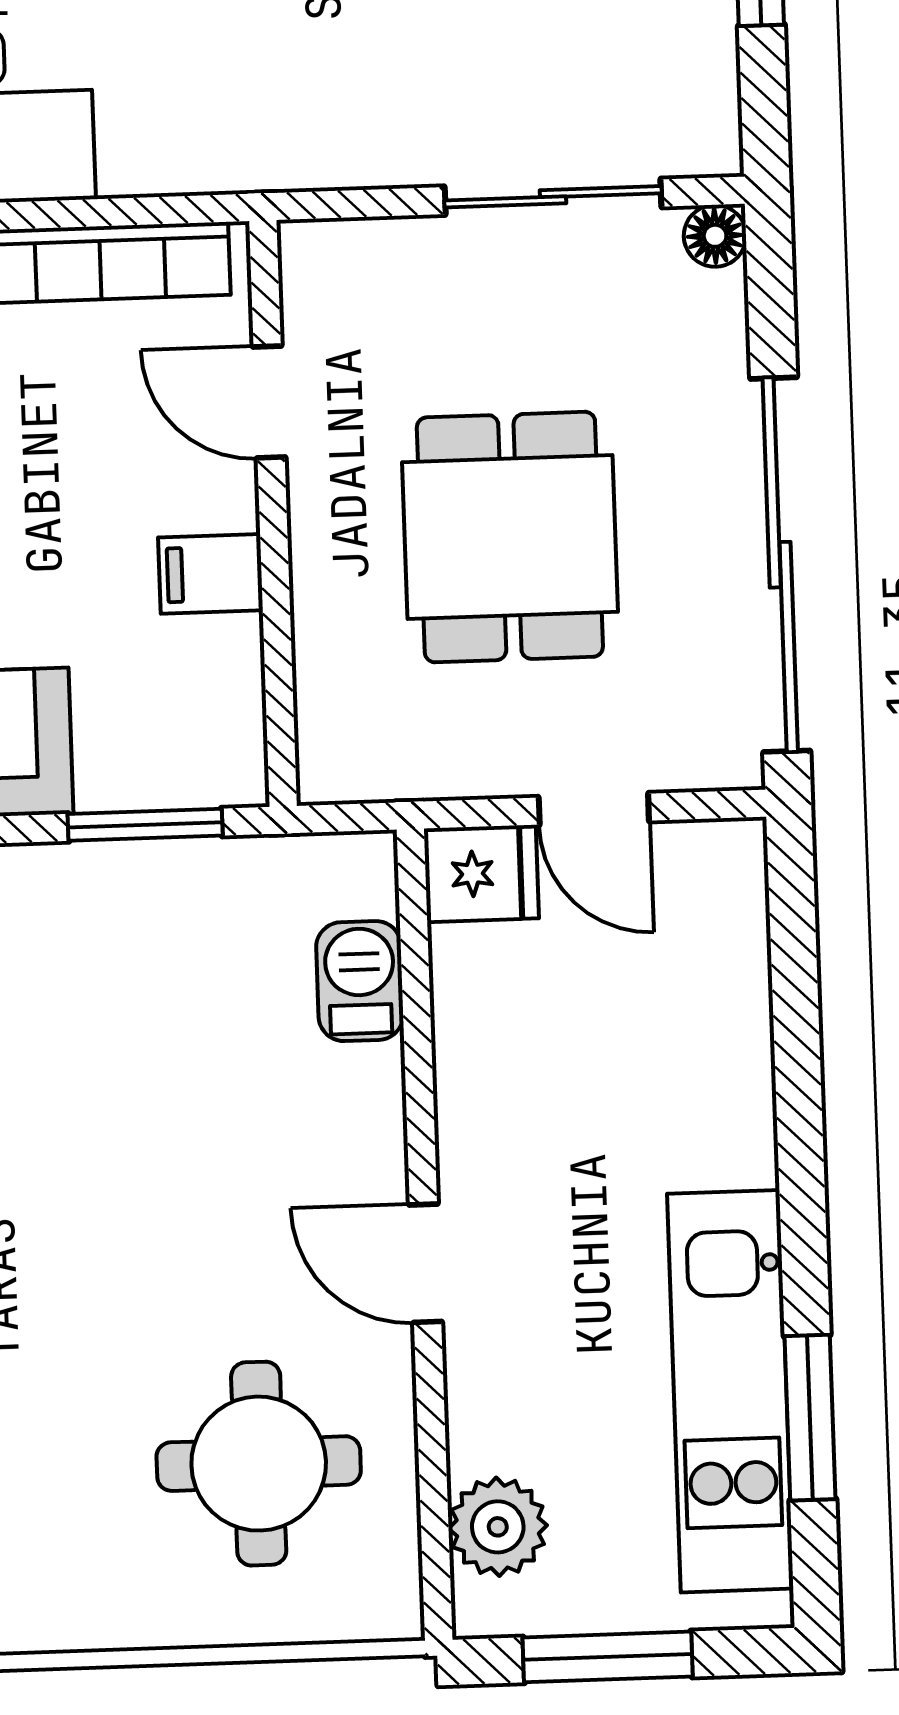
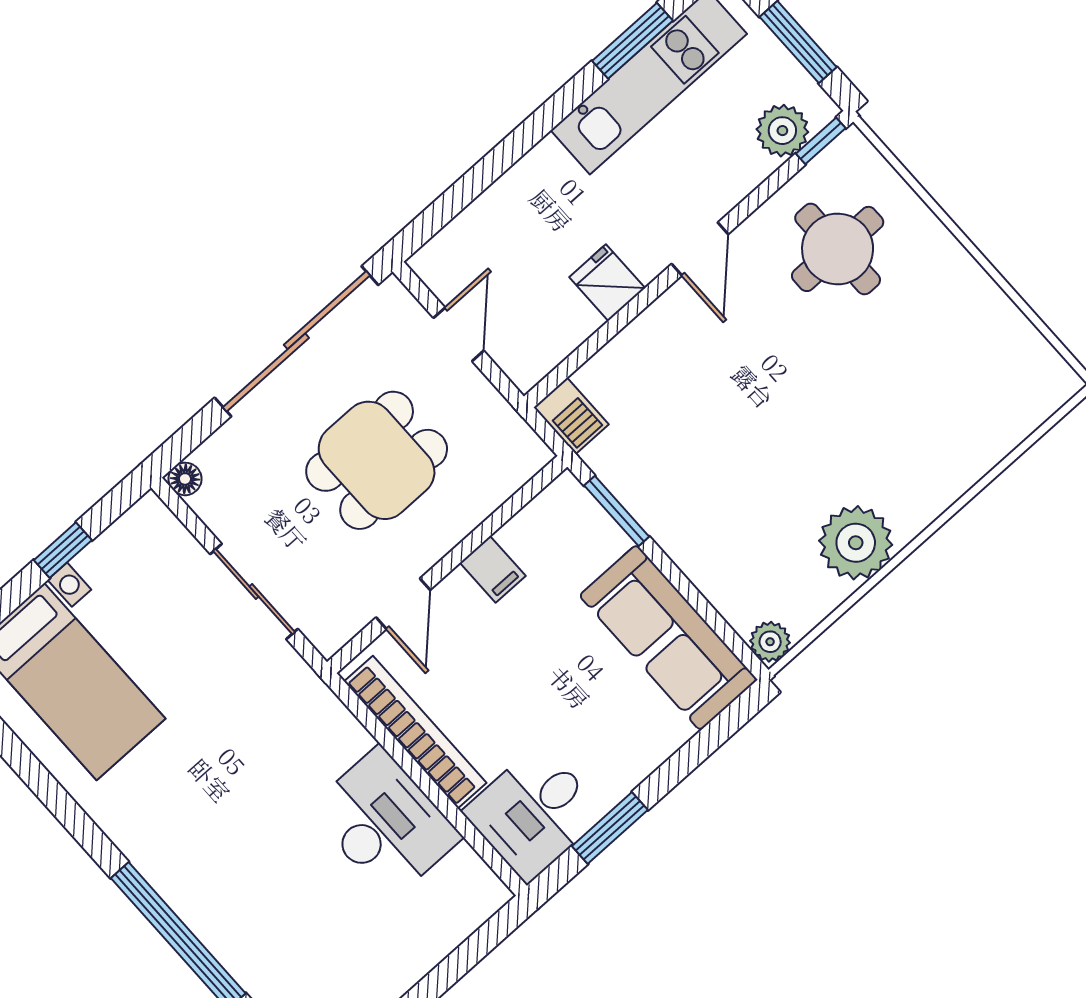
sliding door: (553, 197) -> (254, 592), moved
fridge: (481, 873) -> (607, 283), moved
barbecue: (360, 981) -> (571, 416), moved, turned -90
window: (436, 1570) -> (821, 141), added

